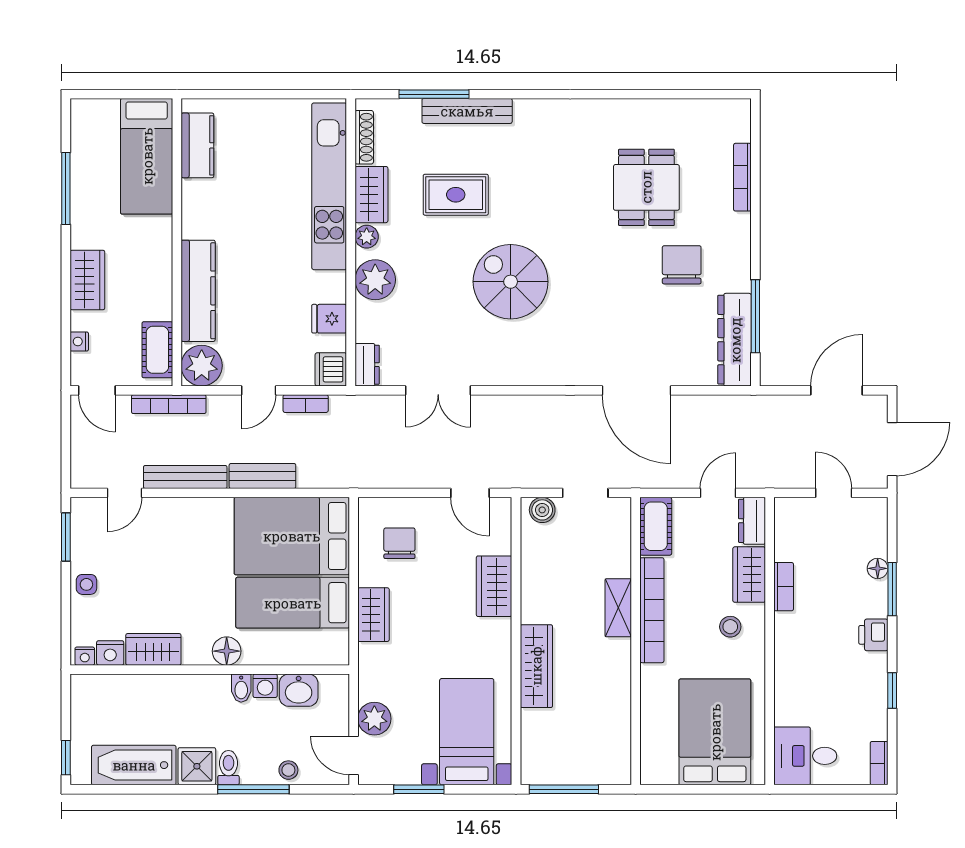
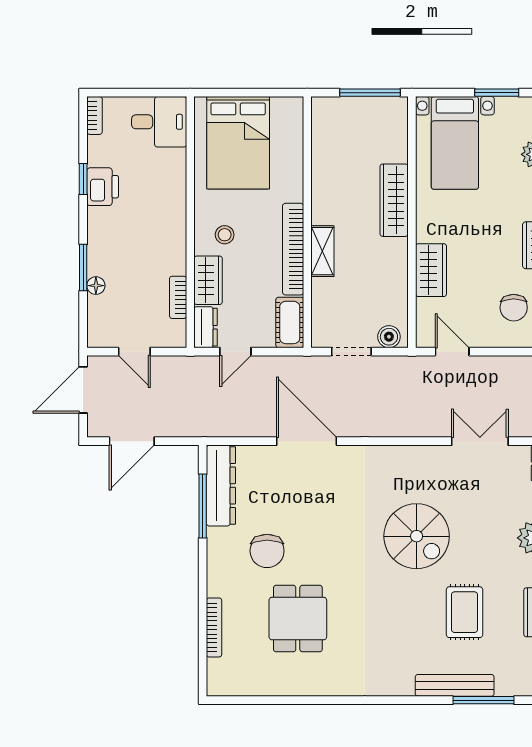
rug: (456, 195) -> (465, 612), turned 90
bookcase: (784, 587) -> (178, 297), moved
printer: (873, 635) -> (103, 187), moved, width x1.36, depth x1.24

